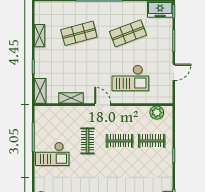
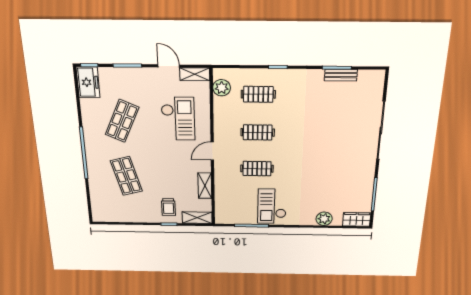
shop shelf: (128, 33) -> (122, 121), turned 45
shelving: (40, 36) -> (195, 74), moved
trolley: (50, 67) -> (168, 207), added
clothes rail: (120, 141) -> (258, 132), turned 90
clothes rail: (152, 141) -> (258, 94), turned 90
checkout: (52, 154) -> (272, 206), turned 180

